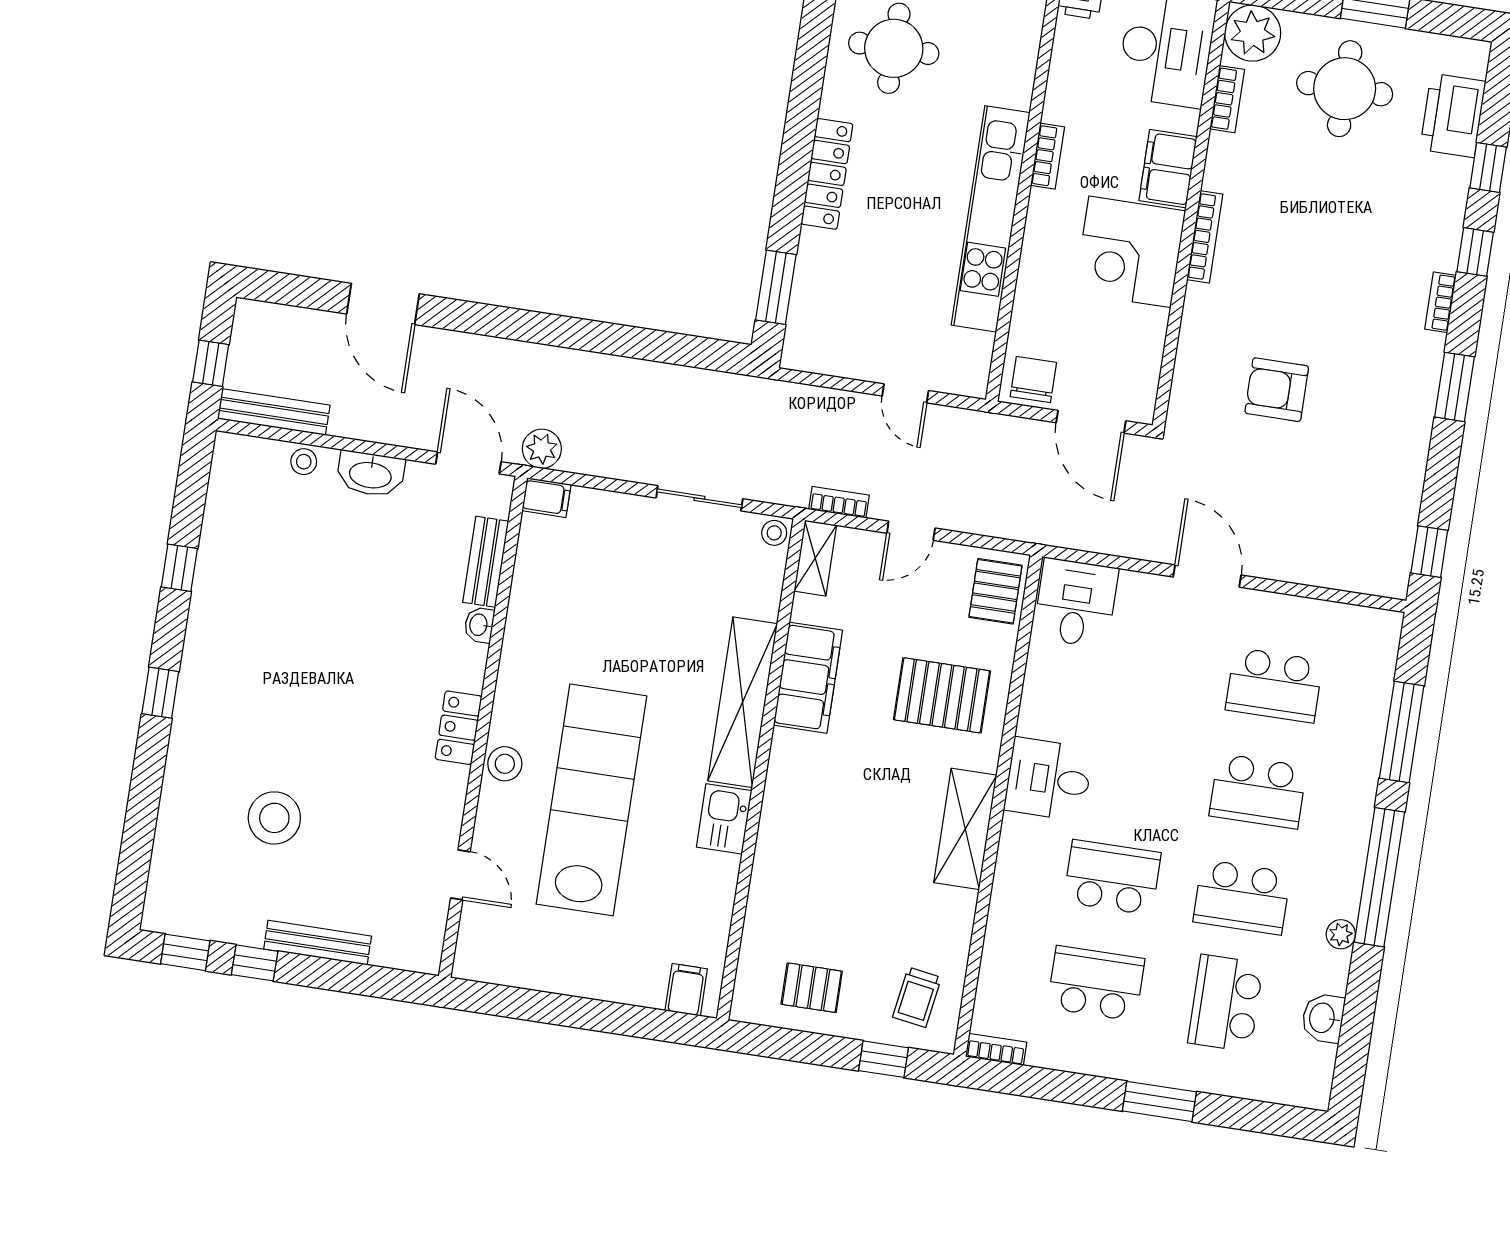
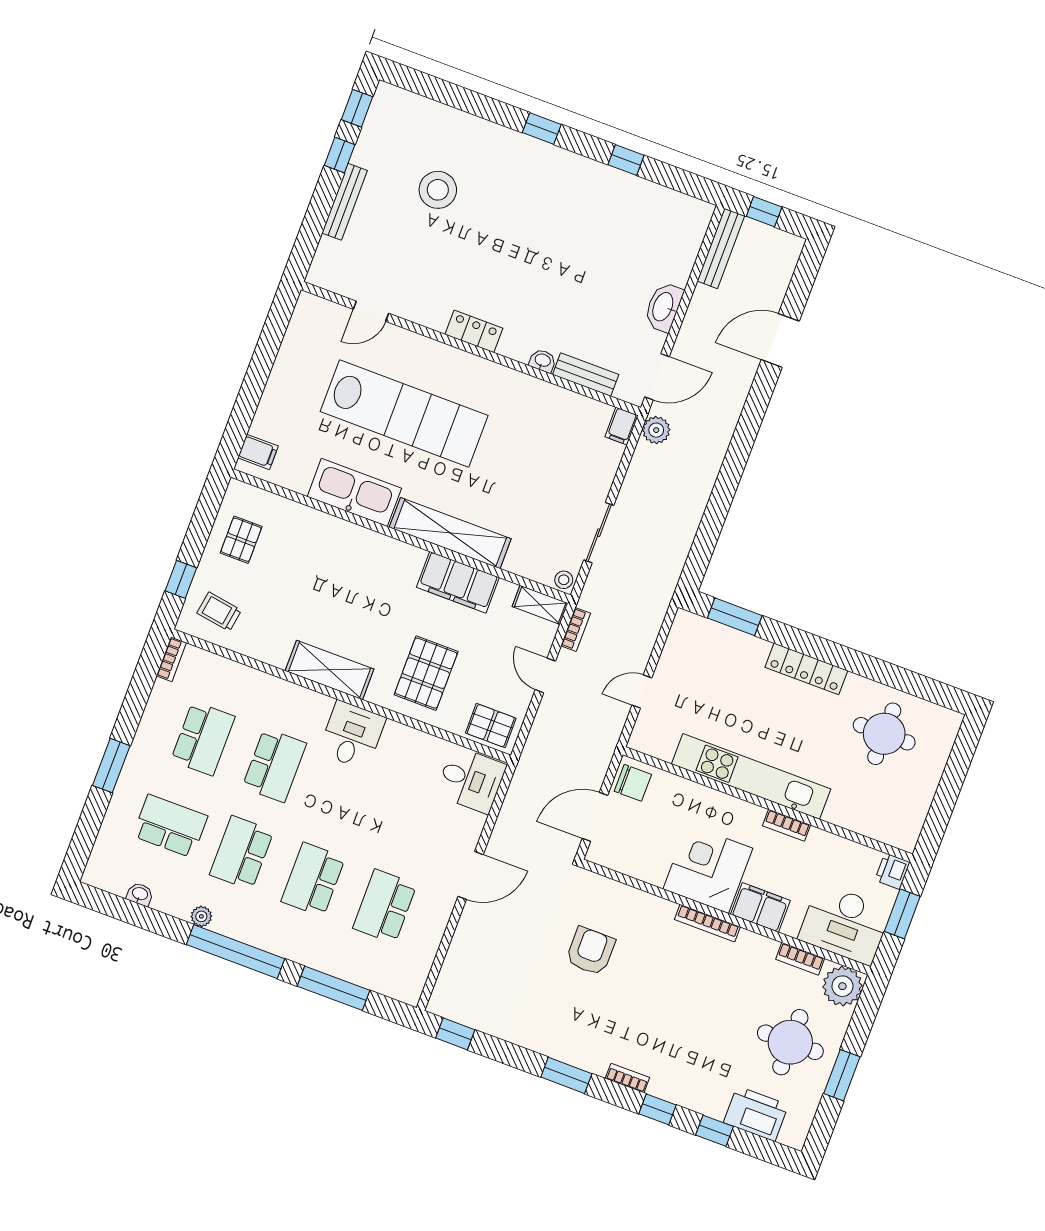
stool: (304, 462) -> (682, 262), removed
stool: (505, 764) -> (442, 358), removed
kitchen sink: (724, 819) -> (354, 492), width x1.87, depth x1.24
washbasin: (1323, 1018) -> (140, 894), width x0.72, depth x0.69

